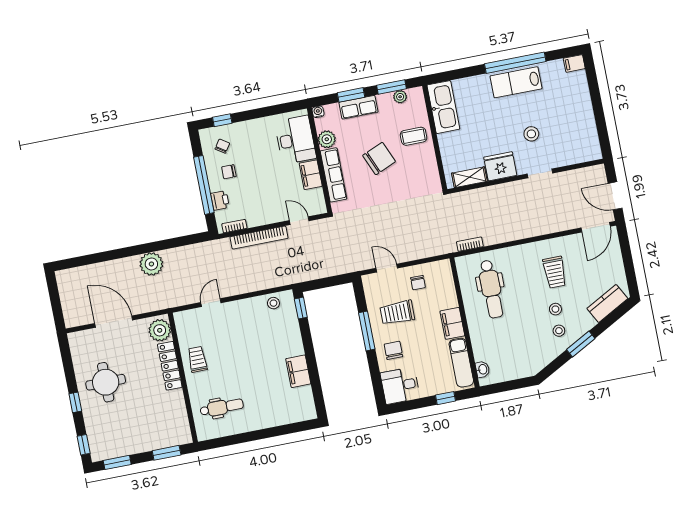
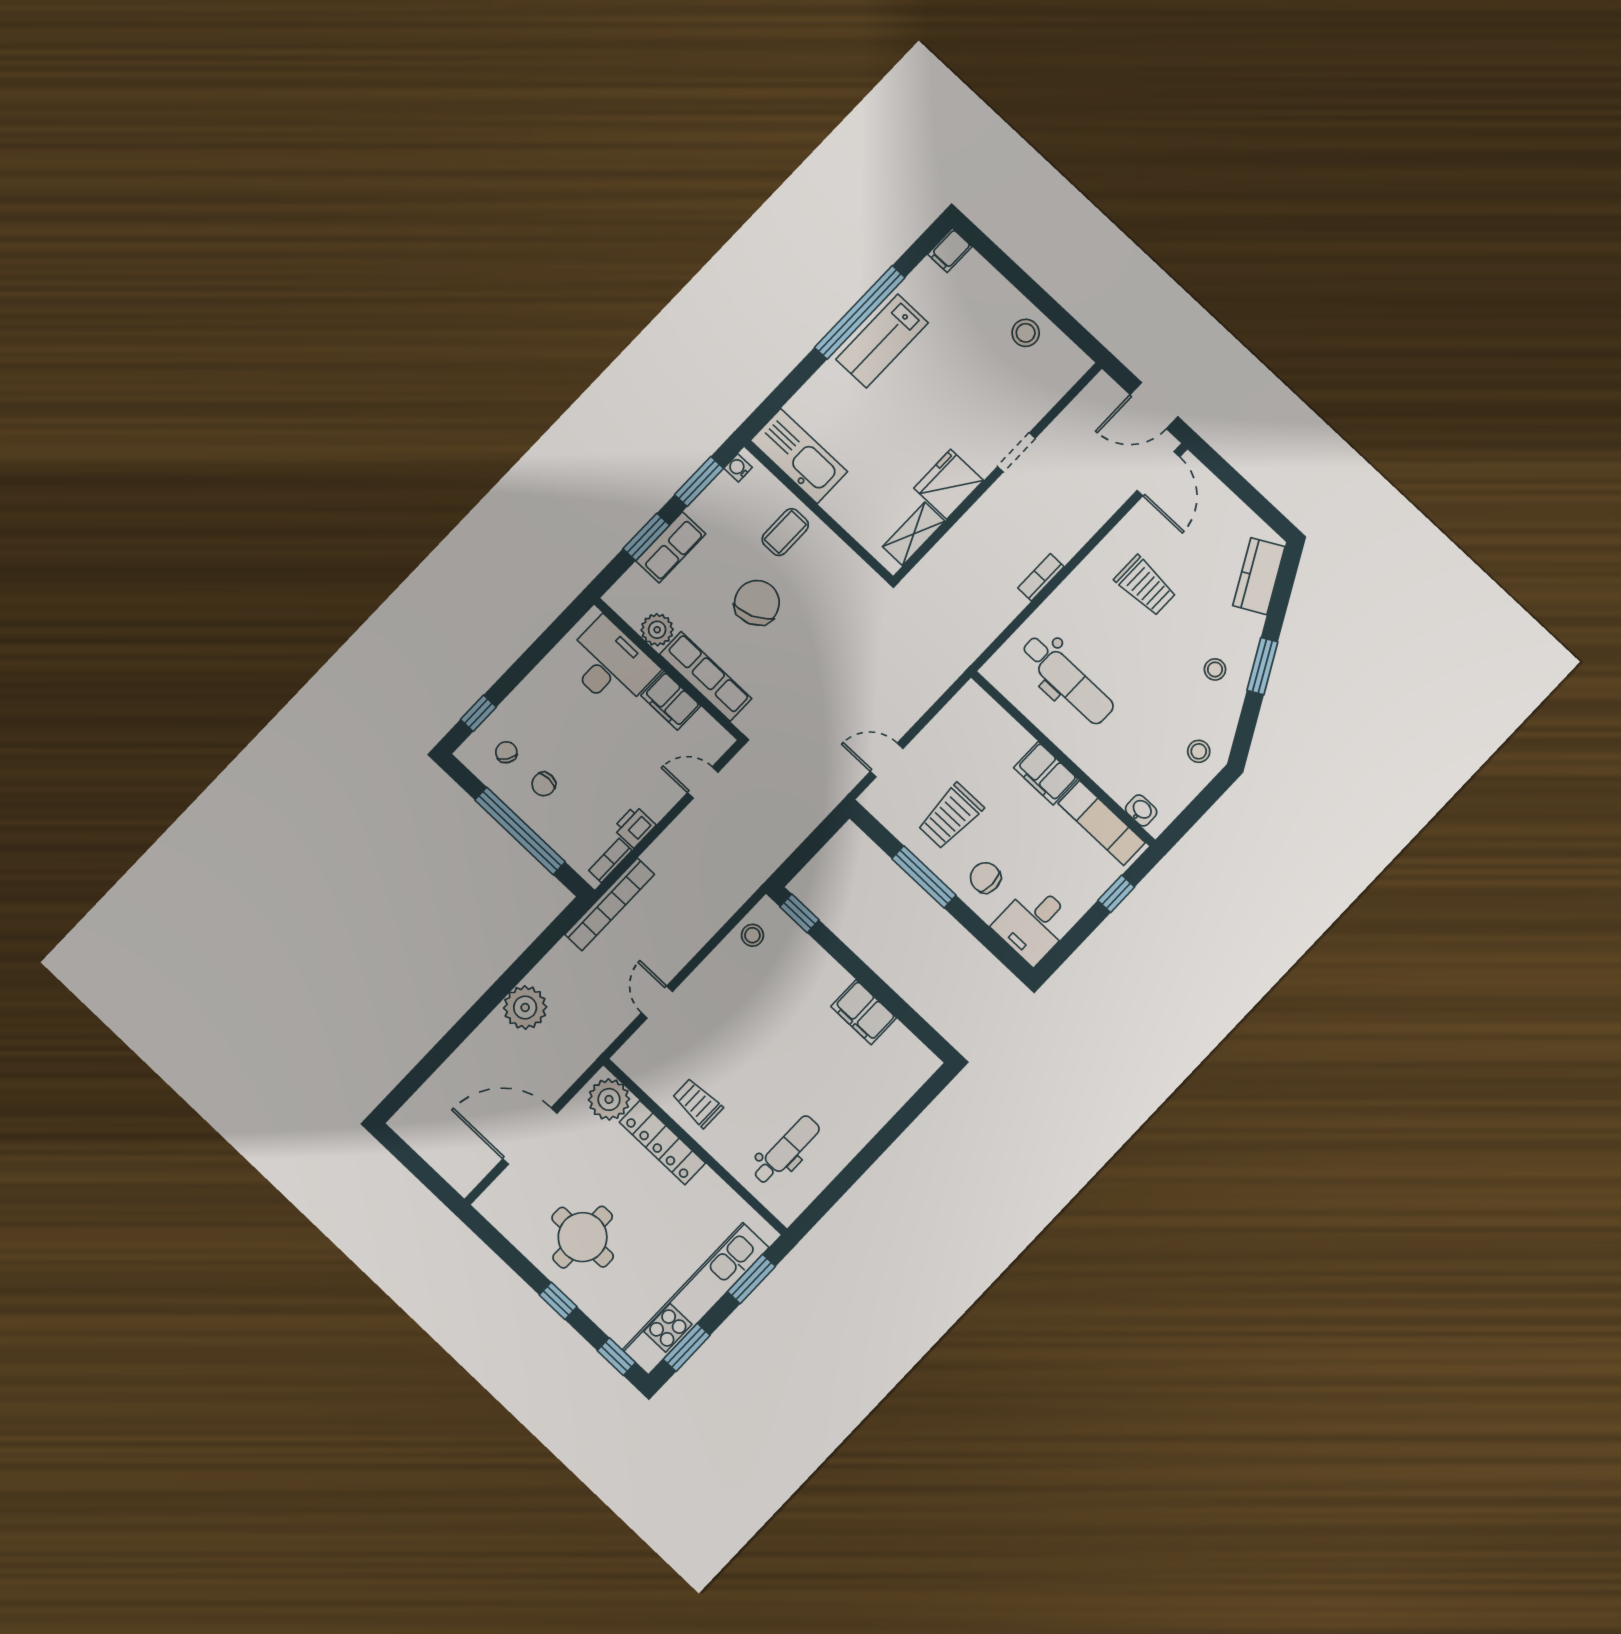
plant: (400, 97) -> (723, 487), removed
water cooler: (318, 112) -> (738, 468), moved
stool: (531, 134) -> (1026, 333), moved
printer: (220, 200) -> (634, 827), moved, turned -90
bookcase: (259, 238) -> (610, 904), moved
bookcase: (470, 244) -> (1041, 577), moved
chair: (418, 283) -> (949, 748), removed
stool: (555, 309) -> (1199, 751), moved
kitchen unit: (136, 444) -> (696, 1299), added

